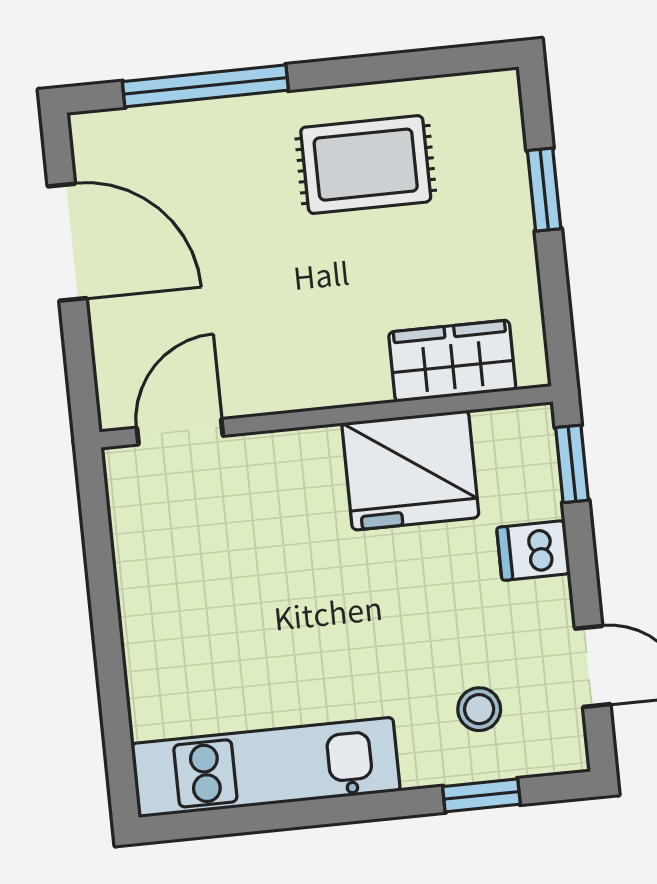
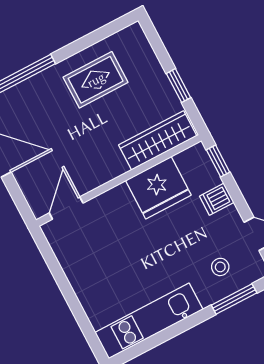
window: (544, 190) -> (179, 86), moved
wardrobe: (452, 361) -> (158, 140), width x1.50
window: (481, 795) -> (234, 299), width x1.50

